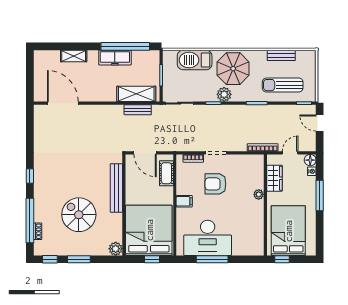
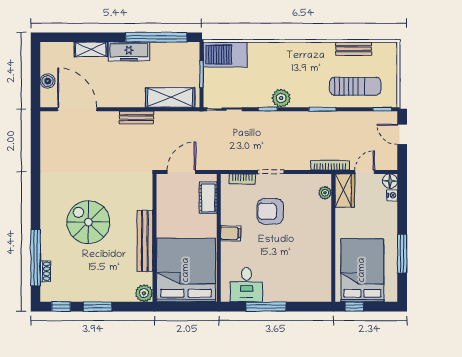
freezer: (115, 58) -> (129, 51), moved
barbecue: (195, 60) -> (225, 55), moved
parasol: (233, 69) -> (293, 65), removed
boiler: (39, 81) -> (48, 81), added
sun lounger: (283, 85) -> (355, 86), turned 180
bench: (138, 110) -> (136, 118), moved
door: (145, 153) -> (181, 172), swing flipped
window: (30, 176) -> (36, 201), removed
wardrobe: (274, 178) -> (345, 190), moved
bench: (116, 188) -> (145, 241), moved
plant: (259, 194) -> (325, 193), moved
window: (320, 196) -> (402, 254), moved
spiral stairs: (79, 215) -> (88, 222), moved
desk: (208, 238) -> (246, 285), width x0.53, depth x0.77
window: (152, 259) -> (190, 307), removed

